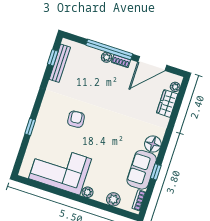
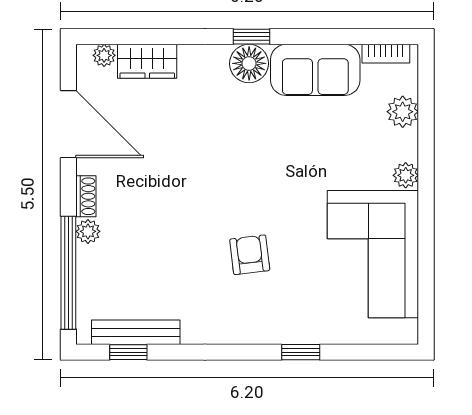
window: (109, 49) -> (68, 273), moved
armchair: (76, 119) -> (250, 255), turned 88
window: (156, 172) -> (252, 37), moved

